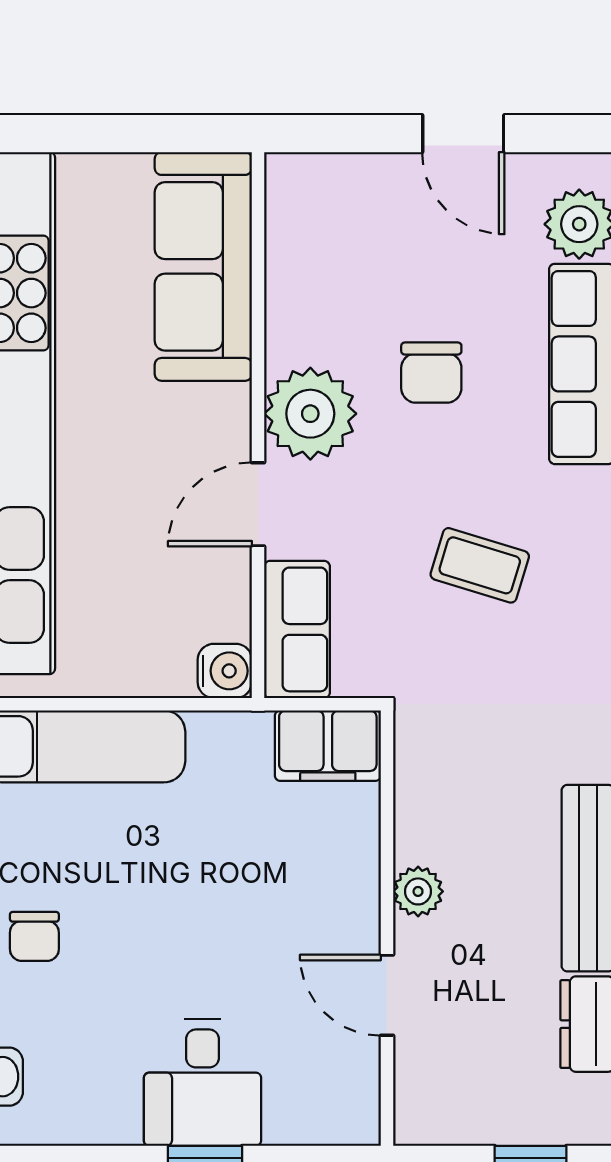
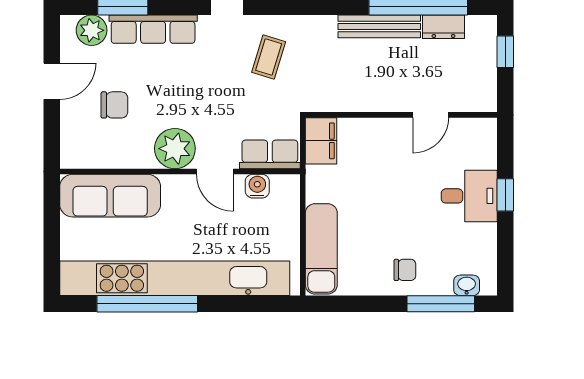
chair: (431, 373) -> (114, 105), moved
coffee table: (480, 565) -> (269, 57), moved
water cooler: (225, 671) -> (257, 186), moved
plant: (418, 891) -> (385, 101), removed

